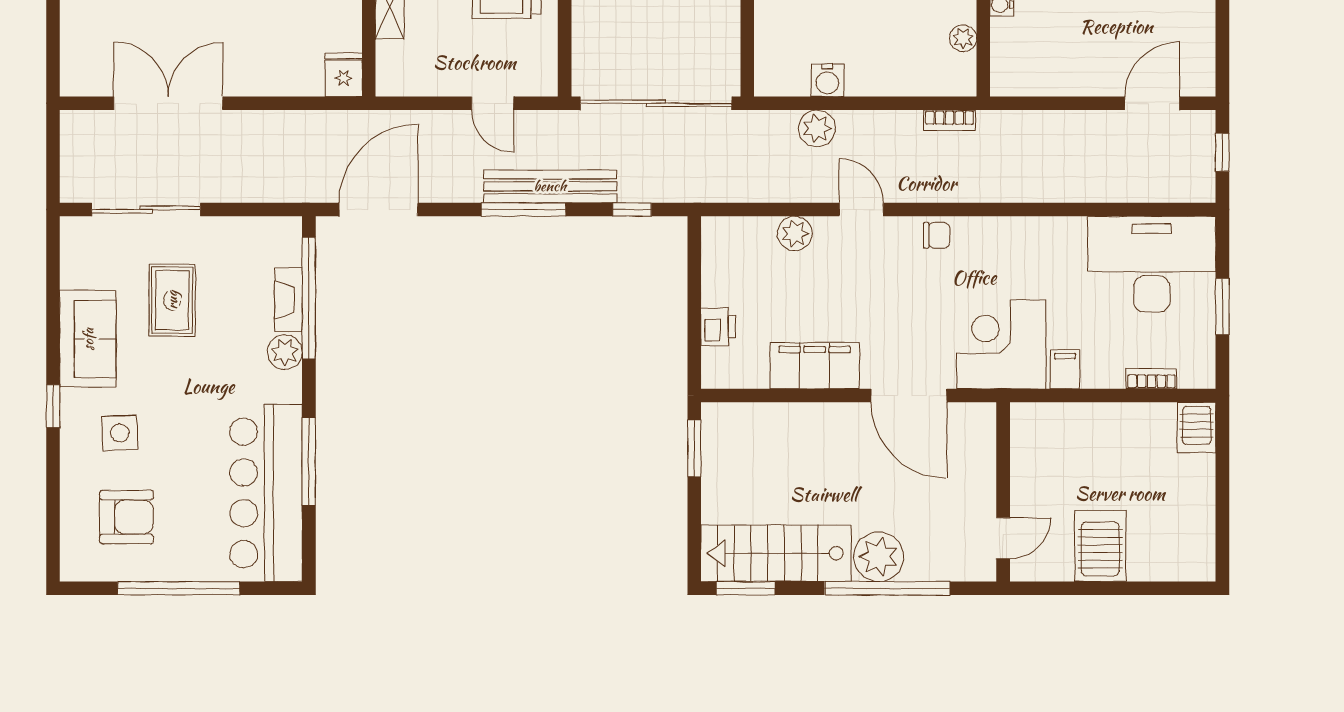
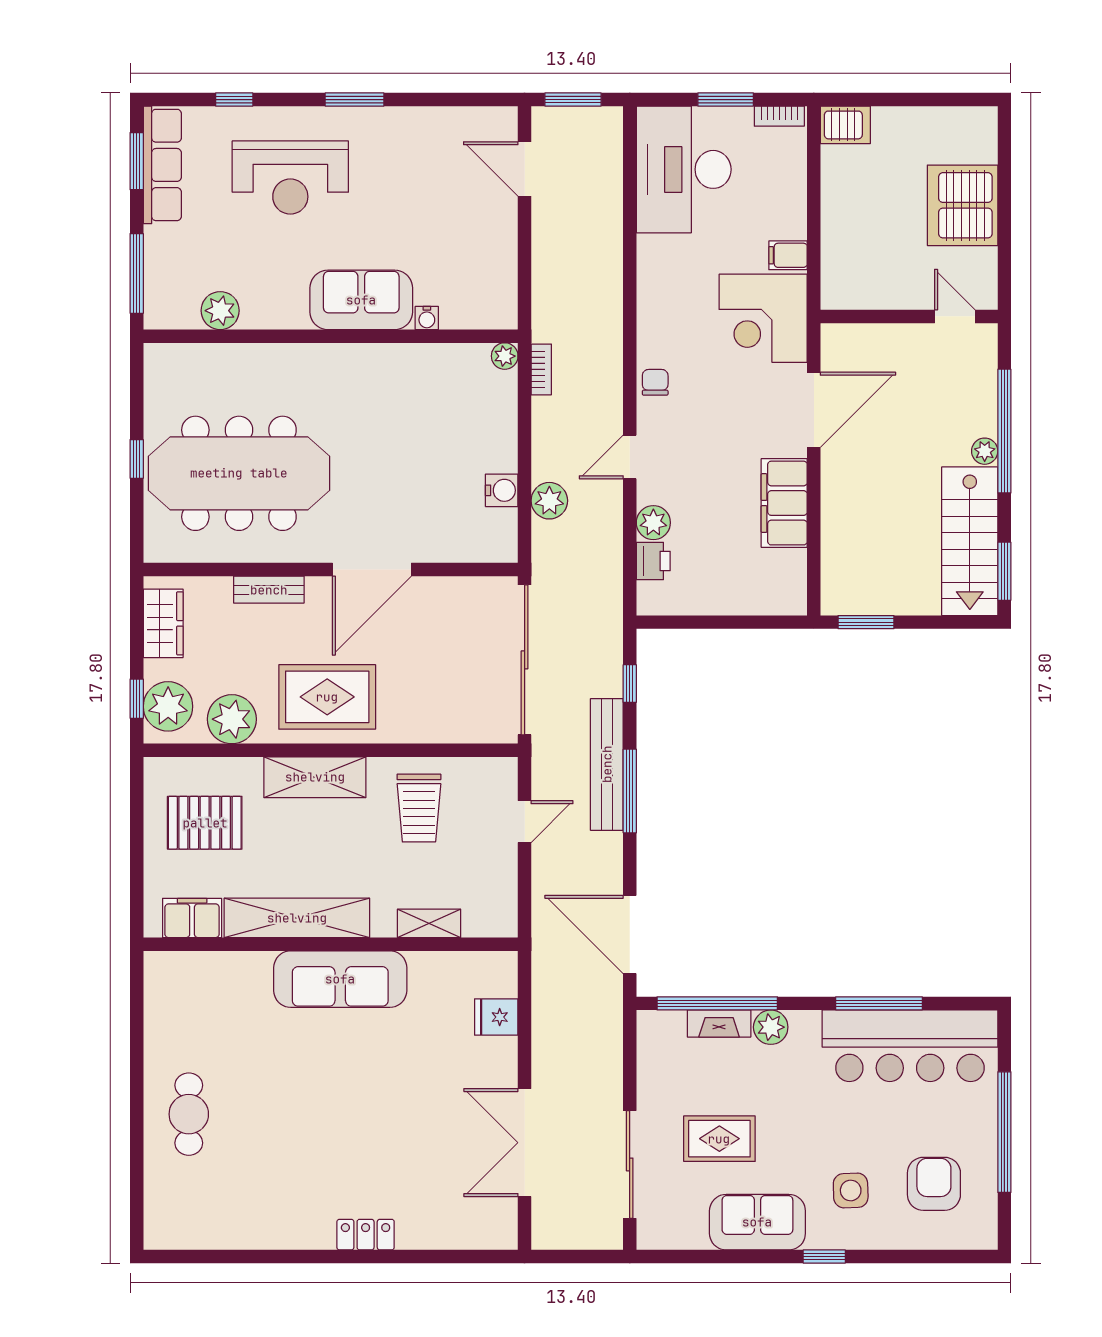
plant: (963, 38) -> (505, 356), moved
fridge: (344, 75) -> (496, 1017), moved
window: (1222, 152) -> (573, 100), width x1.50
printer: (718, 327) -> (653, 561), moved, turned 90
bookcase: (1151, 379) -> (779, 116), moved, turned -90
server rack: (1100, 546) -> (963, 205), width x1.60
plant: (879, 557) -> (985, 451), width x0.53, depth x0.53

